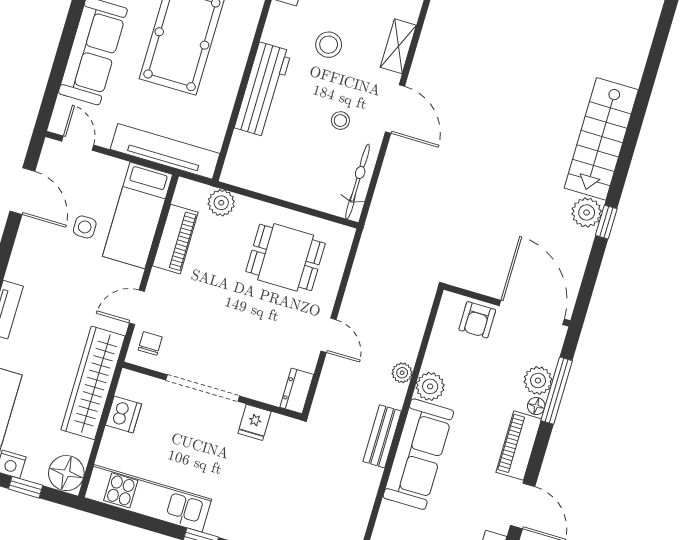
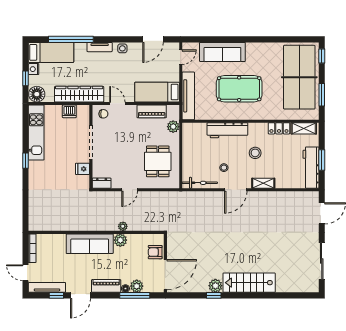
side table: (85, 227) -> (122, 48), moved
bench: (382, 436) -> (93, 226), removed

